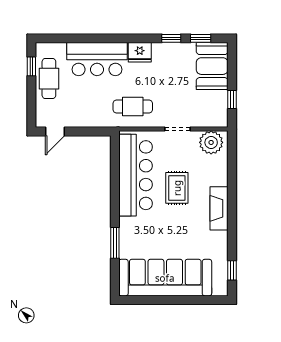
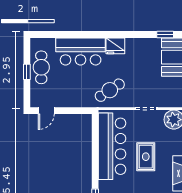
window: (171, 38) -> (141, 35), removed
window: (31, 66) -> (27, 72), moved
cafe table: (133, 107) -> (110, 90), turned -33

